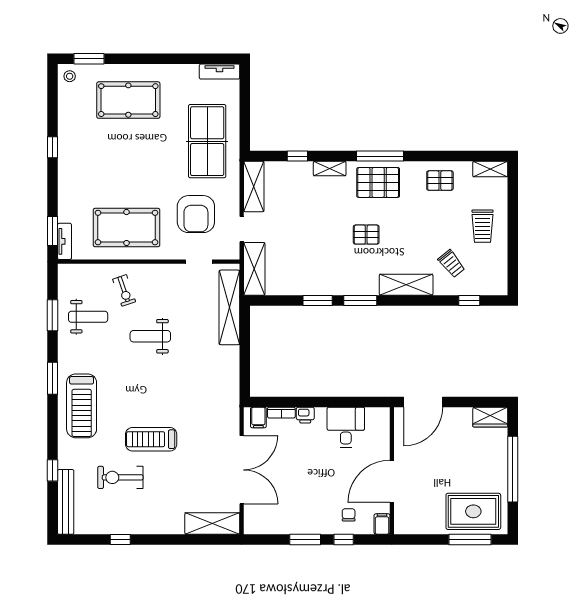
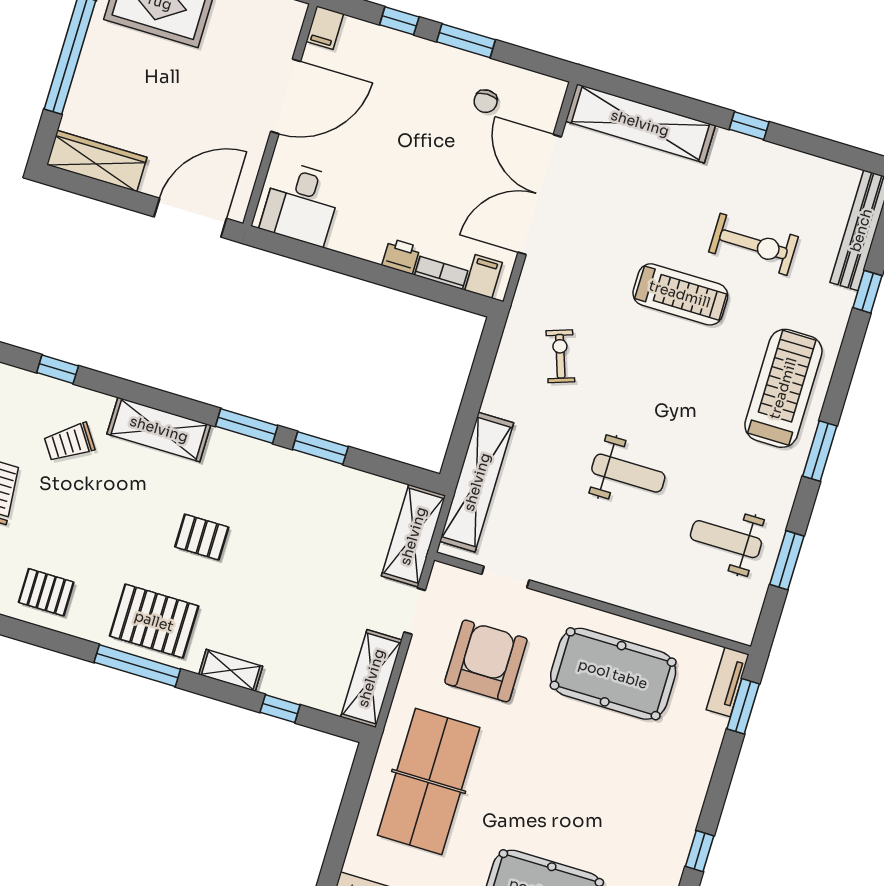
trolley: (451, 264) -> (69, 442), turned -85
exercise bike: (124, 290) -> (560, 356), moved
wardrobe: (490, 417) -> (97, 161), width x1.50
desk: (346, 427) -> (301, 203), moved
chair: (349, 515) -> (486, 101), moved
shelving: (212, 524) -> (640, 123), width x1.47
window: (120, 540) -> (749, 126), moved

